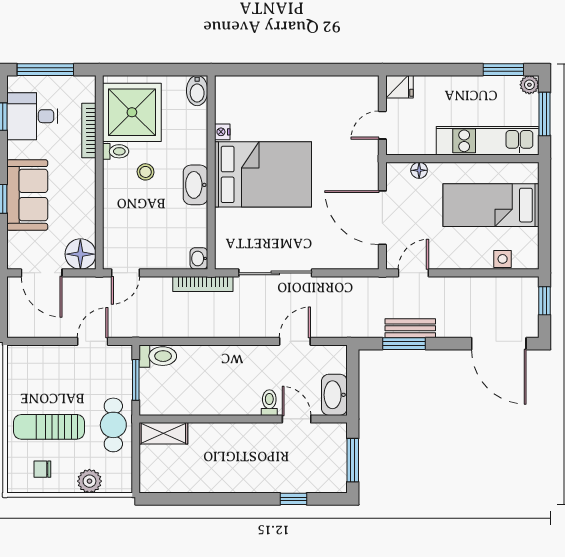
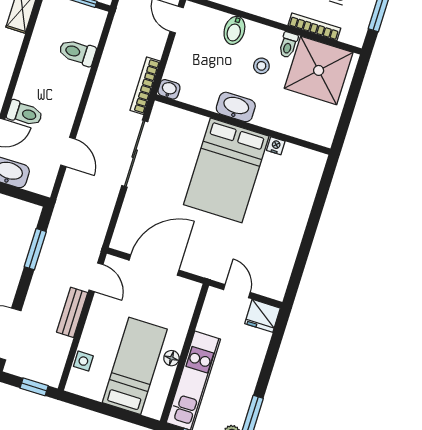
fridge: (399, 87) -> (262, 316), width x1.38
bidet: (197, 91) -> (234, 30), moved, turned -90
floor lamp: (419, 170) -> (171, 358), moved
bench: (410, 328) -> (72, 312), moved
toilet: (158, 356) -> (77, 52), moved, turned 90
toilet: (269, 403) -> (25, 113), width x1.37, depth x1.39

